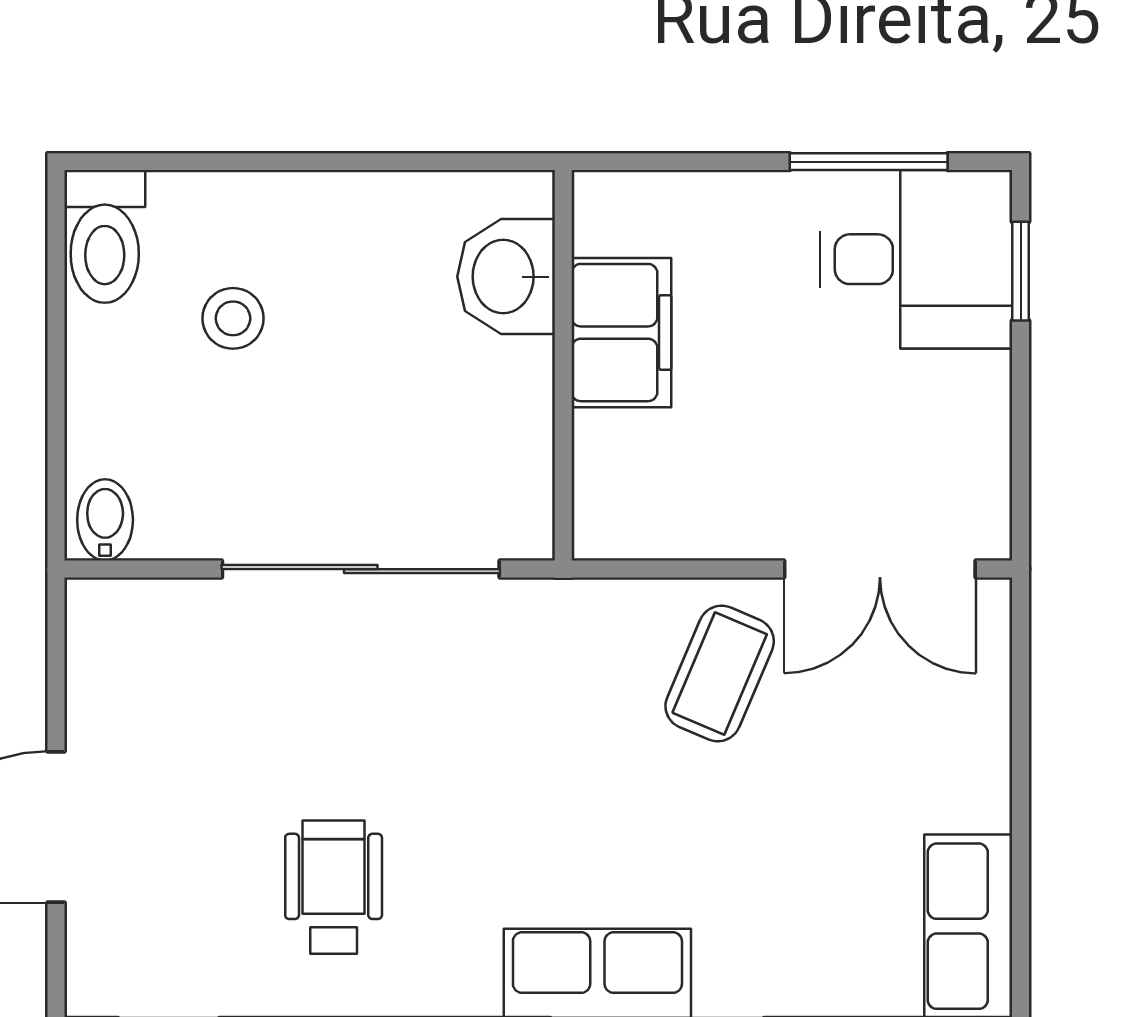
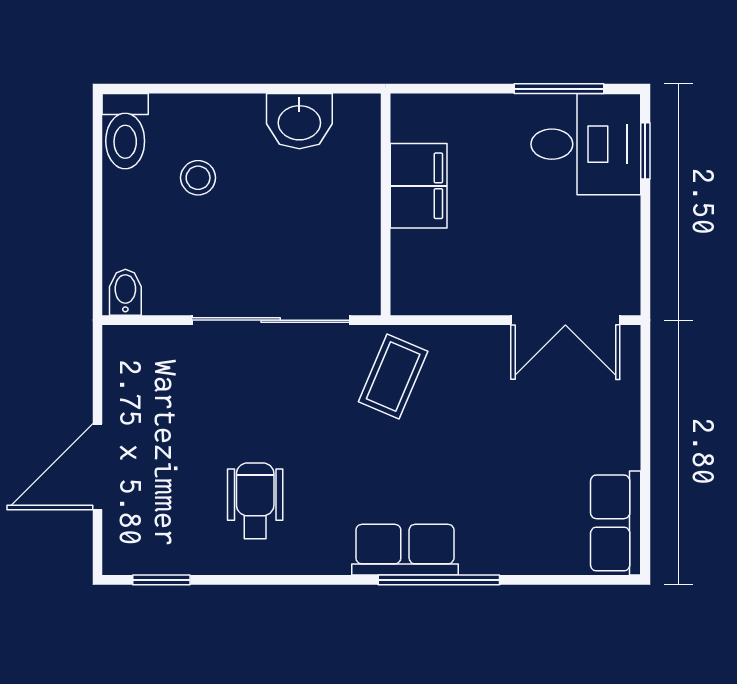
washbasin: (506, 277) -> (299, 121), moved, turned -90
coffee table: (720, 674) -> (393, 376), moved

